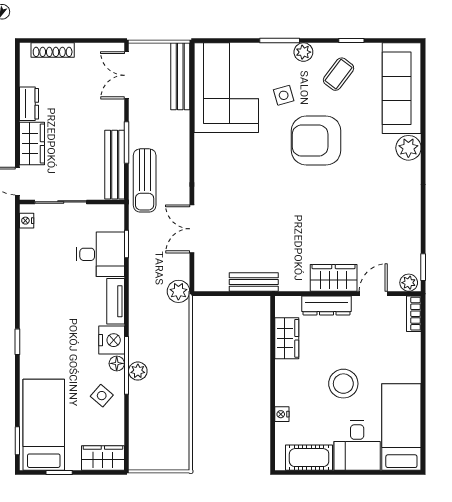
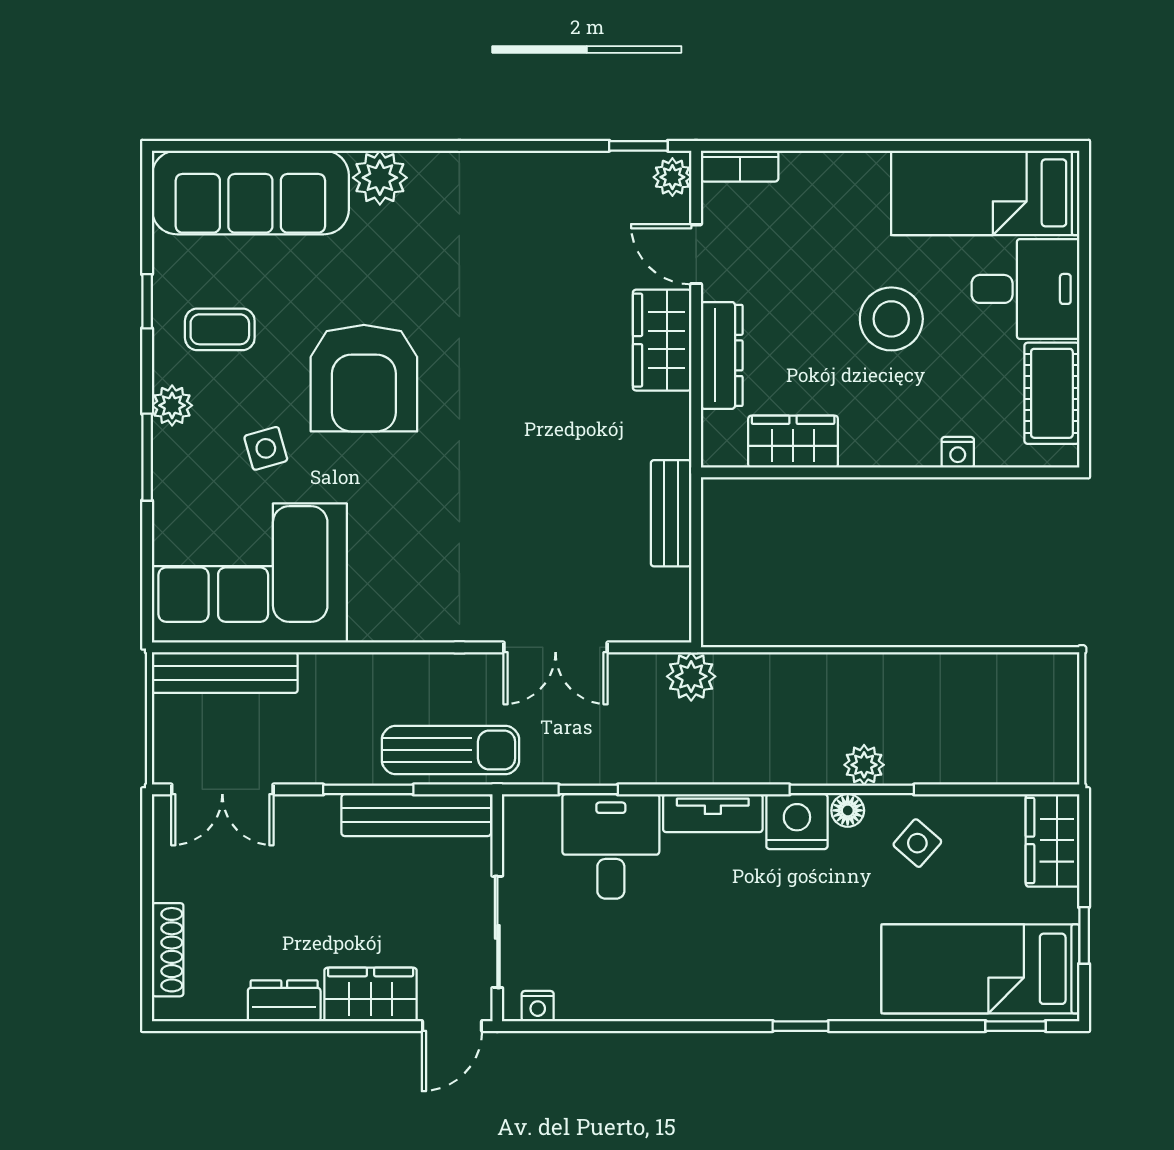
coffee table: (338, 74) -> (220, 329), turned -37

